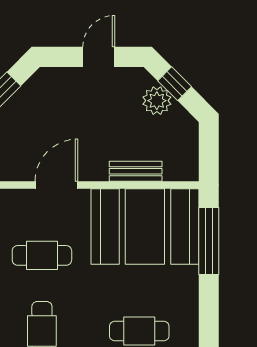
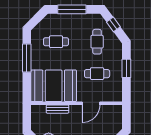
window: (209, 241) -> (27, 58), moved

